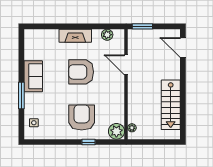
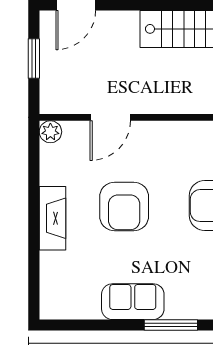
window: (142, 26) -> (34, 59), moved
plant: (107, 35) -> (50, 132), moved

